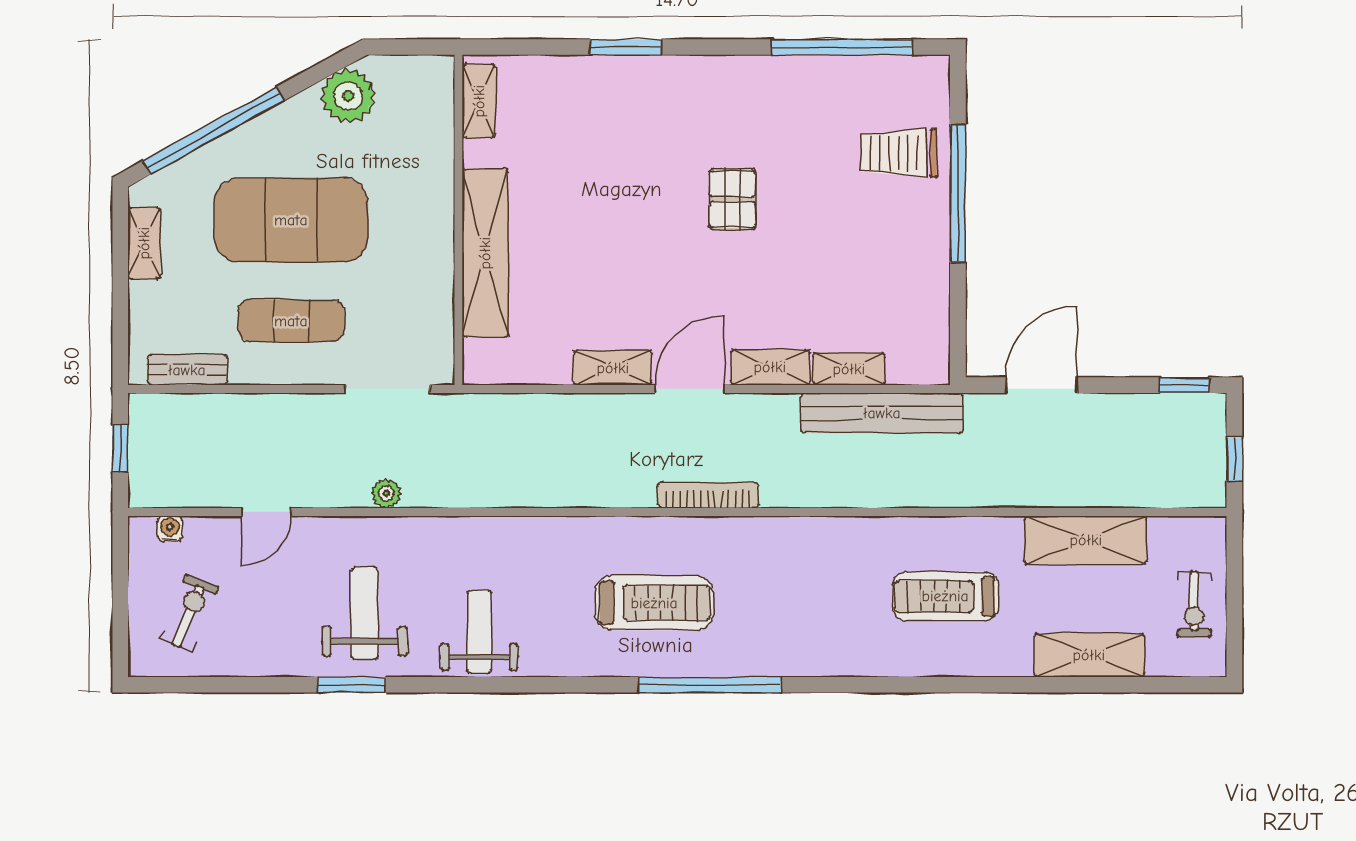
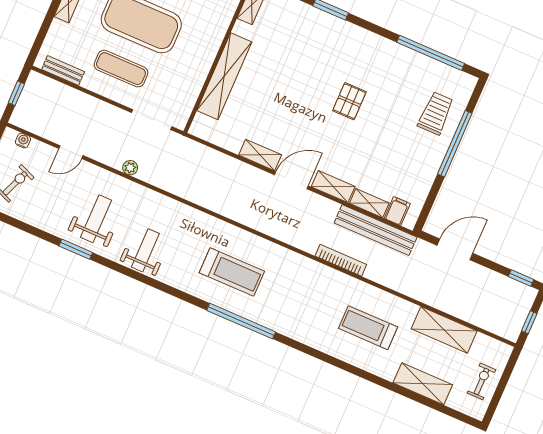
trolley: (899, 153) -> (436, 113), turned 90
filing cabinet: (906, 361) -> (397, 211), added
bookcase: (708, 495) -> (341, 260), moved
exercise bike: (1194, 604) -> (481, 381), turned 180

